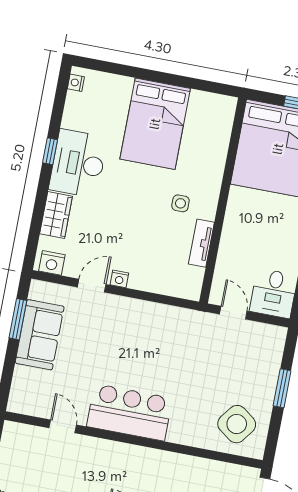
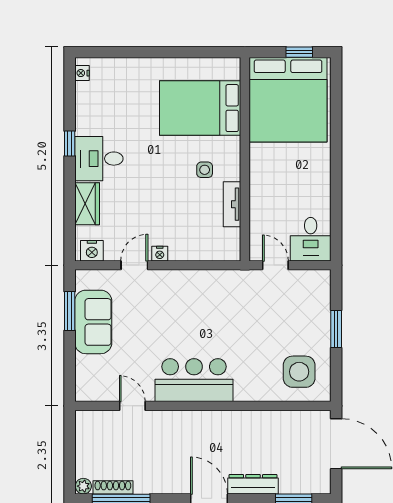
bed: (155, 124) -> (200, 108), moved, turned 90
desk: (78, 163) -> (99, 159), width x0.73
side table: (237, 424) -> (299, 372), turned -37

